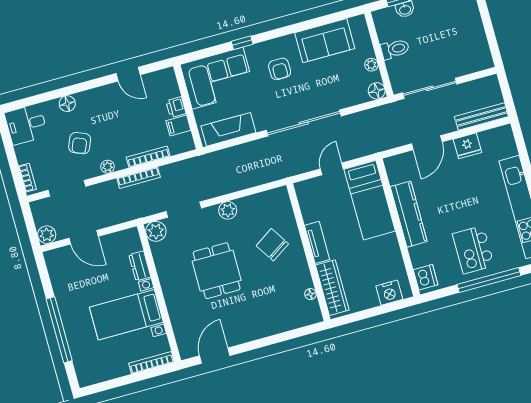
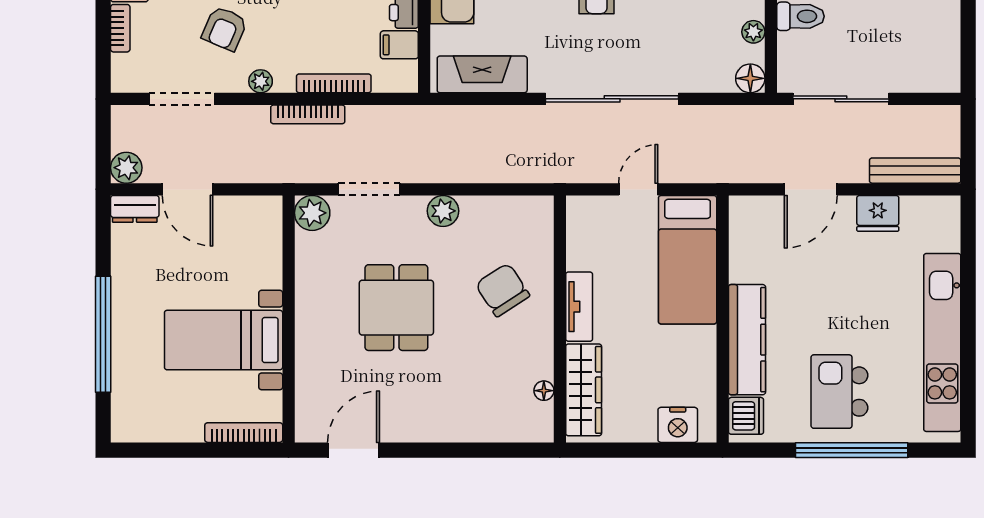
bookcase: (27, 178) -> (120, 28), moved
kitchen counter: (409, 214) -> (747, 340), moved
dresser: (140, 266) -> (135, 209), moved, turned -90

